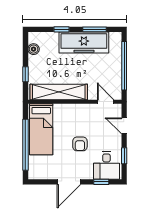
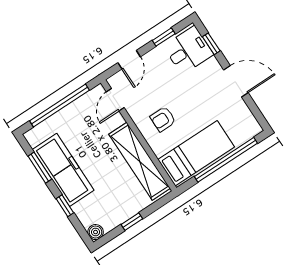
boiler: (34, 49) -> (96, 232), moved
window: (25, 74) -> (132, 222), moved
armchair: (80, 144) -> (163, 119), moved, turned 180

